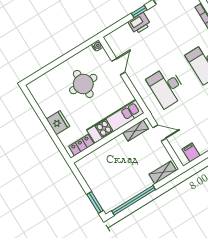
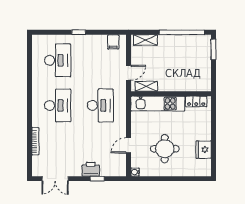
window: (139, 12) -> (97, 179), moved
fridge: (58, 123) -> (204, 150), moved
door: (159, 133) -> (129, 73), swing flipped

